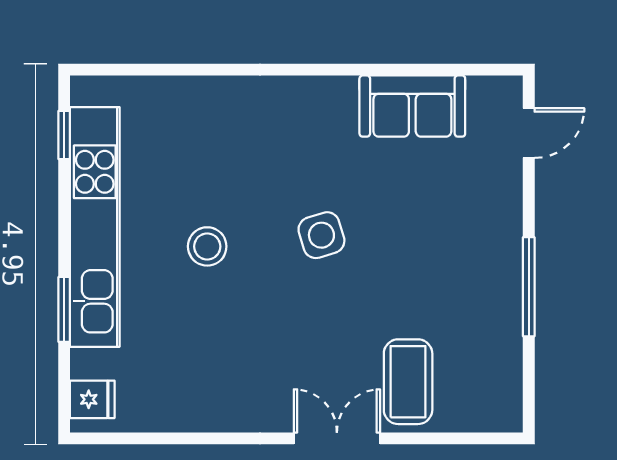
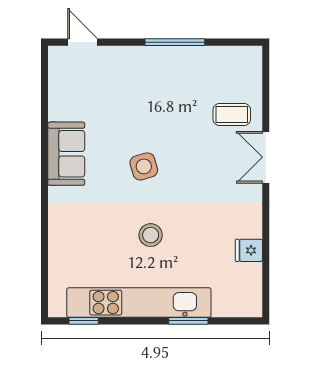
sofa: (412, 106) -> (66, 154), moved
coffee table: (408, 382) -> (232, 115), width x0.73, depth x0.77
fridge: (92, 399) -> (249, 250), moved, turned -90

